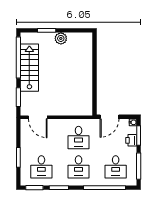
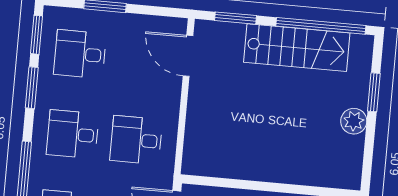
door: (38, 117) -> (188, 56), hinge flipped

